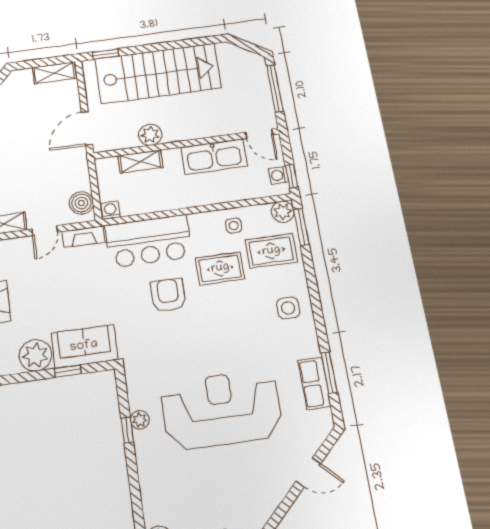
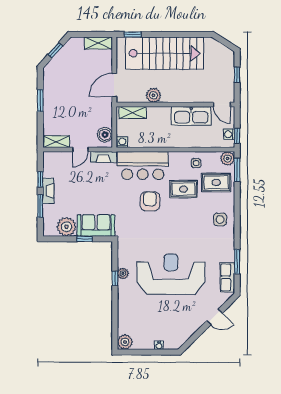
window: (275, 88) -> (237, 75), width x0.46
shelving: (140, 162) -> (132, 113), moved
row of seats: (314, 383) -> (227, 277), moved

